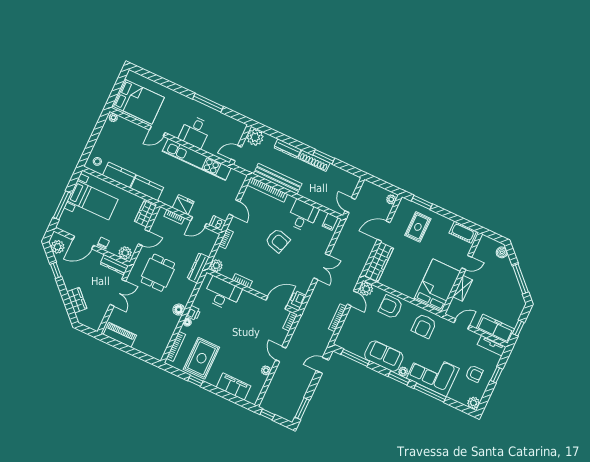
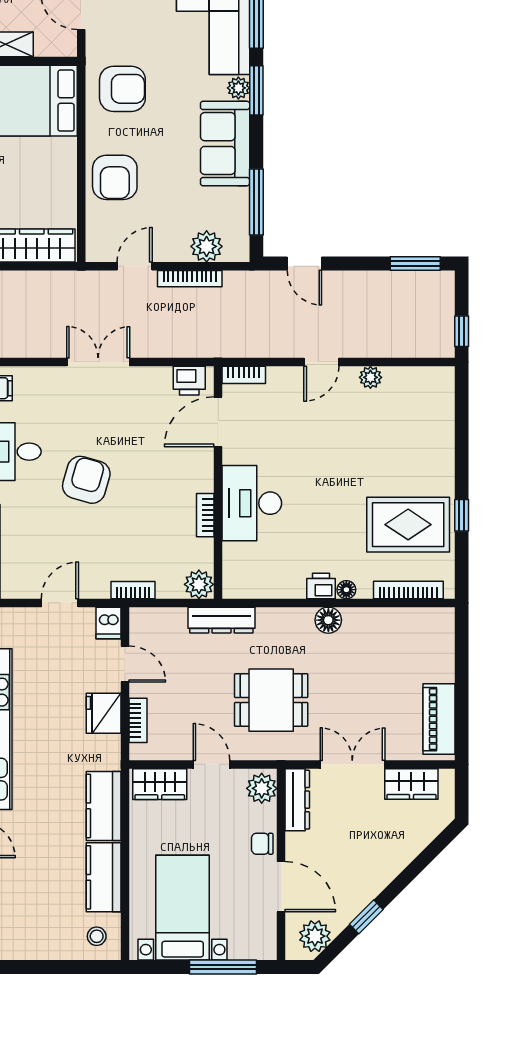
plant: (366, 289) -> (207, 246), moved
desk: (222, 294) -> (252, 503), moved
wardrobe: (77, 300) -> (411, 784), moved, turned -135
door: (276, 303) -> (218, 422), hinge flipped
filing cabinet: (234, 387) -> (436, 430), removed

